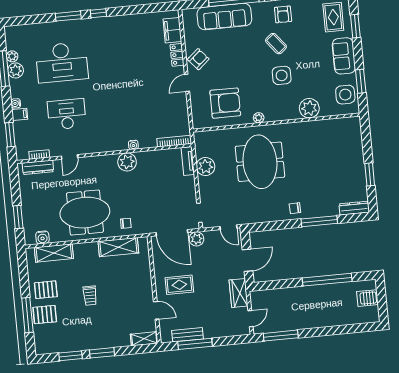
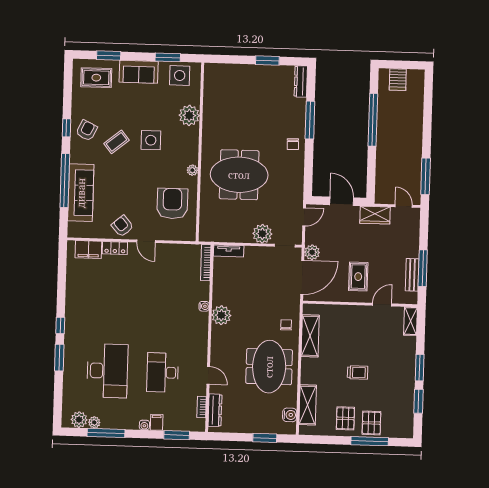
armchair: (283, 14) -> (87, 130), turned -64
plant: (16, 70) -> (79, 420), moved
plant: (206, 167) -> (262, 234), moved

